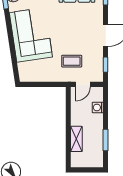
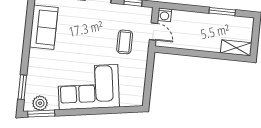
washing machine: (98, 108) -> (165, 15), moved
shelving: (76, 139) -> (236, 48), moved

